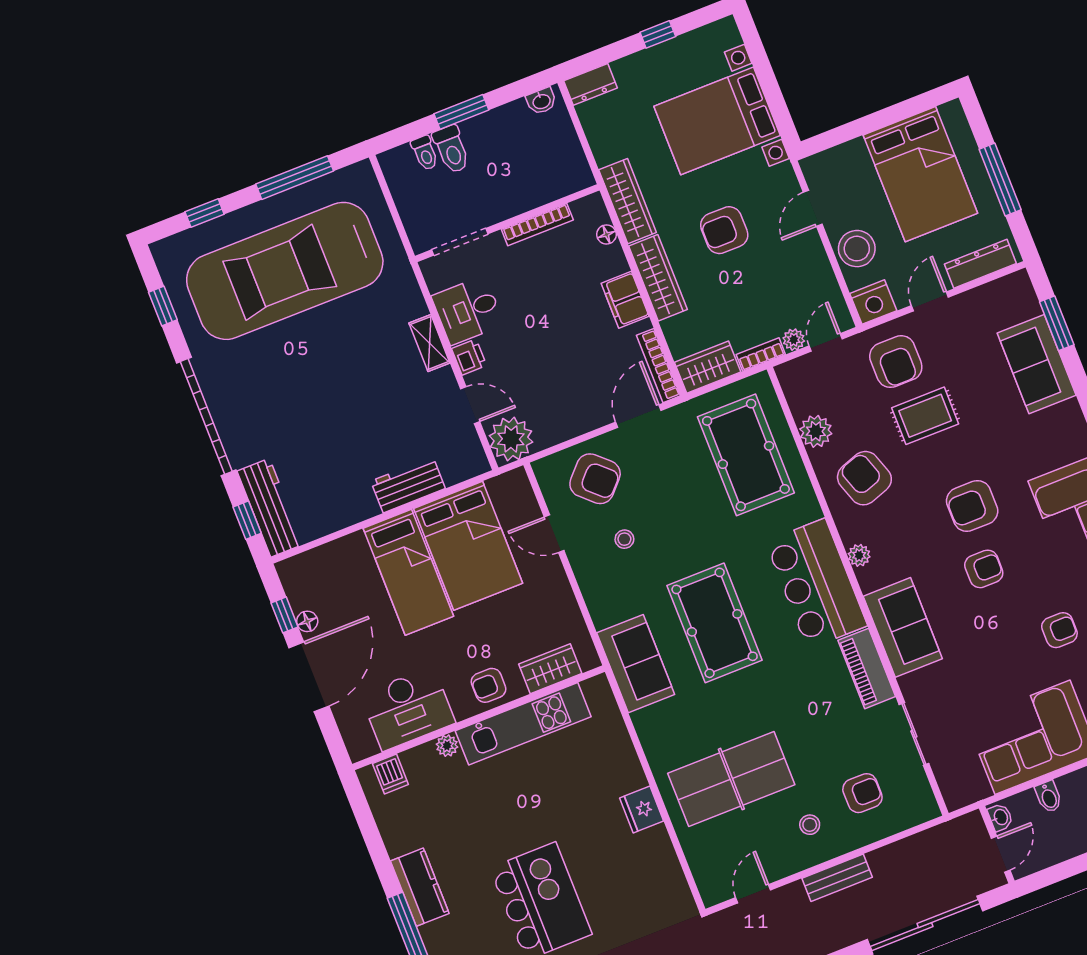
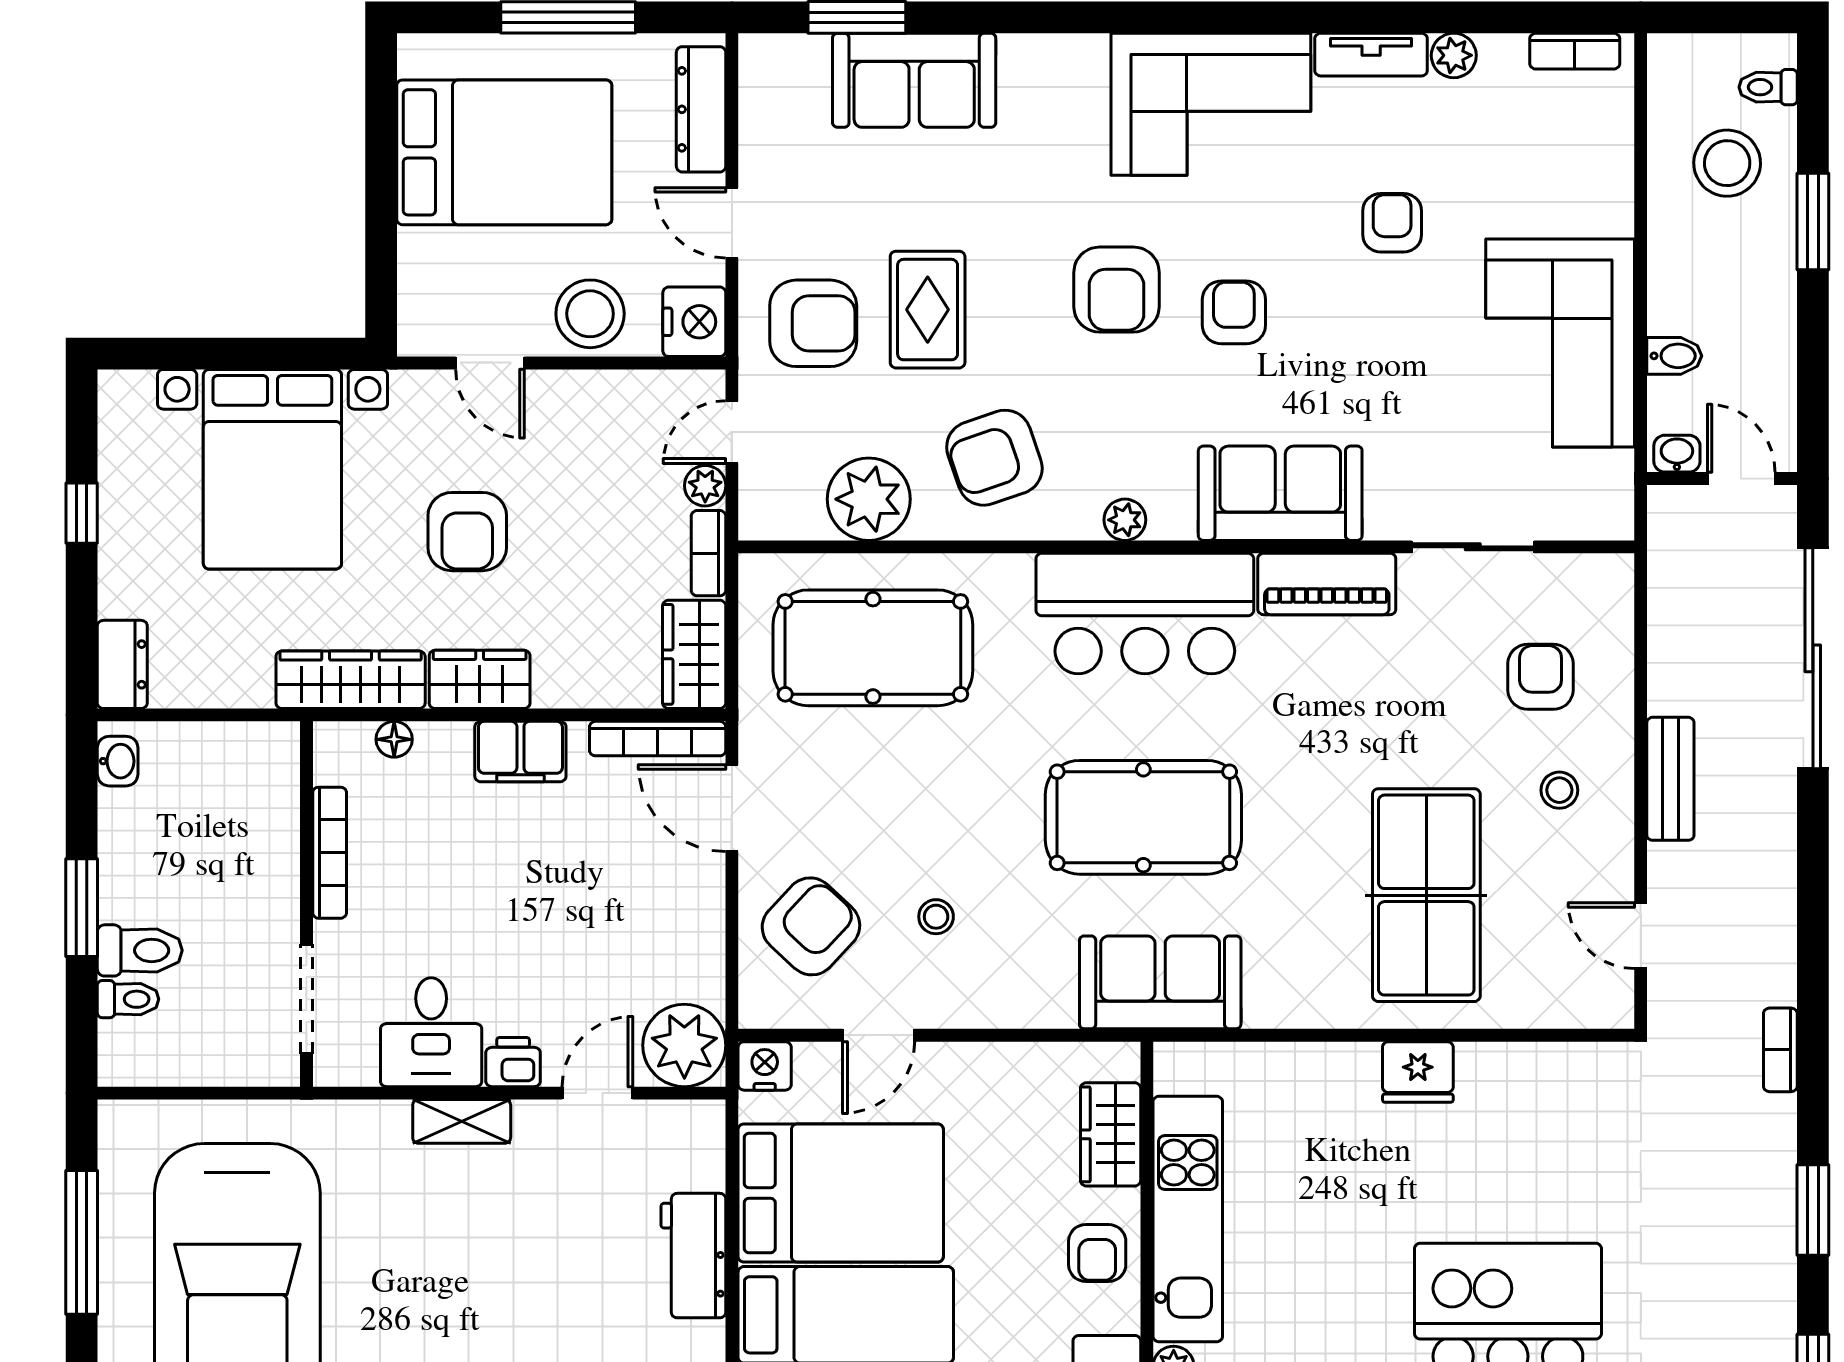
wardrobe: (658, 278) -> (480, 679), width x0.67
door: (826, 342) -> (732, 432), hinge flipped
plant: (816, 431) -> (869, 499), width x1.36, depth x1.36
nightstand: (516, 483) -> (765, 1066), added

